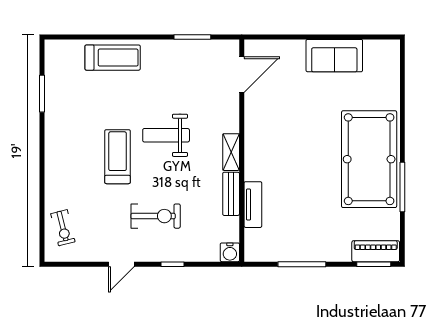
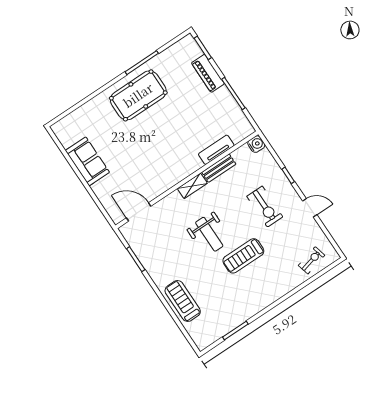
pool table: (369, 159) -> (138, 95), width x0.73, depth x0.76
exercise bike: (156, 216) -> (265, 207), turned 180
piano: (376, 251) -> (208, 73), moved

